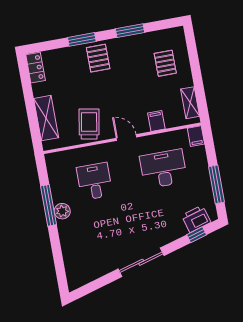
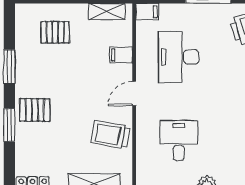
desk: (94, 181) -> (179, 140), turned 90

